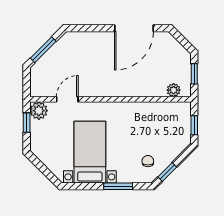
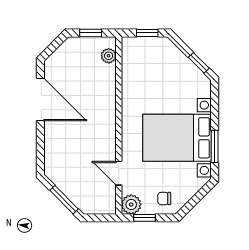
bed with nightstands: (90, 152) -> (177, 138), width x1.36
chair: (148, 161) -> (164, 199), moved
window: (118, 186) -> (215, 146), moved

